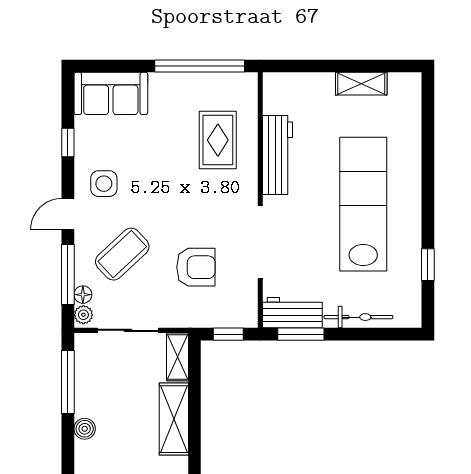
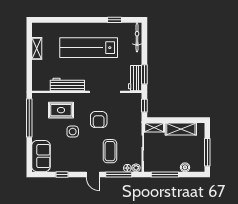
side table: (104, 184) -> (73, 132), moved
coffee table: (122, 254) -> (110, 151), turned 43
armchair: (196, 267) -> (99, 120), moved, turned 180
bicycle: (358, 317) -> (137, 37), moved

